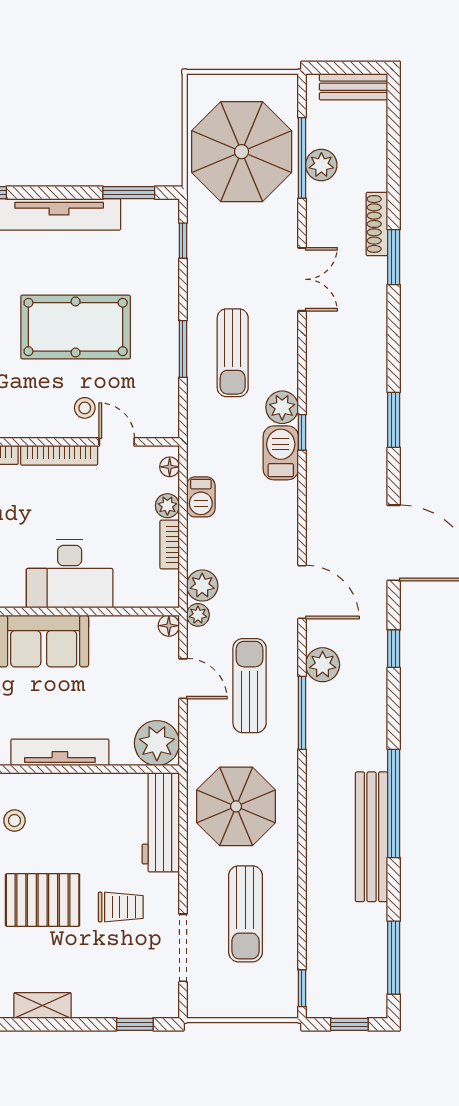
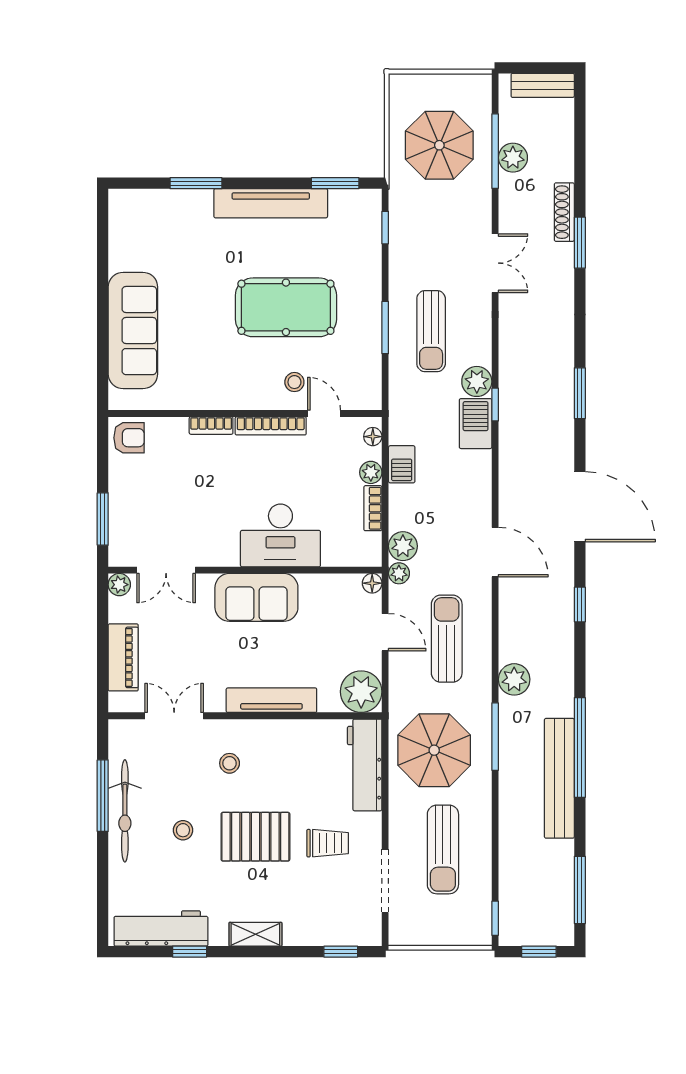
parasol: (242, 152) -> (439, 145), width x0.73, depth x0.73
plant: (323, 665) -> (514, 679), moved
window: (302, 713) -> (495, 737), moved

